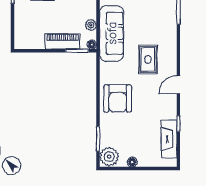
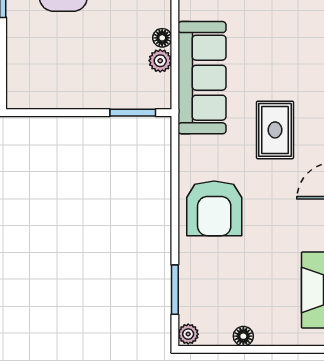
piano: (63, 41) -> (103, 94), removed
floor lamp: (92, 45) -> (162, 38), moved
plant: (109, 157) -> (188, 334), width x0.53, depth x0.53

